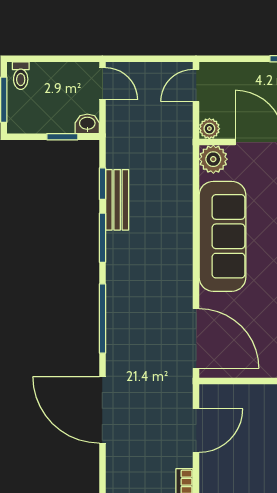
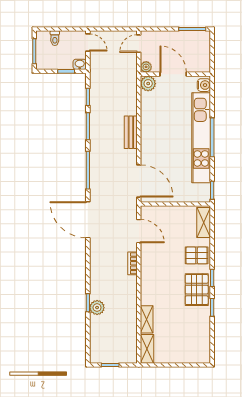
toilet: (21, 76) -> (55, 38), moved
bench: (117, 200) -> (131, 132), moved
sofa: (222, 236) -> (153, 125), removed
door: (196, 431) -> (139, 231), hinge flipped

